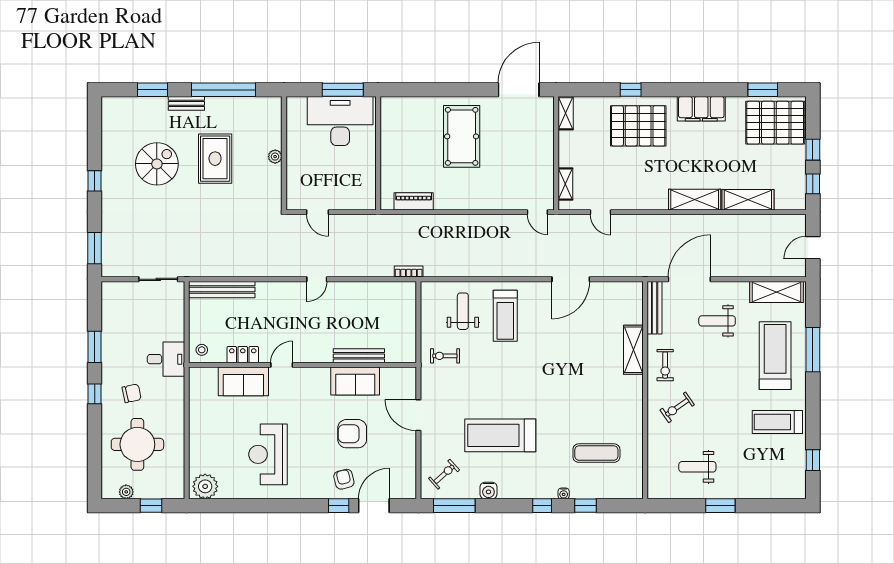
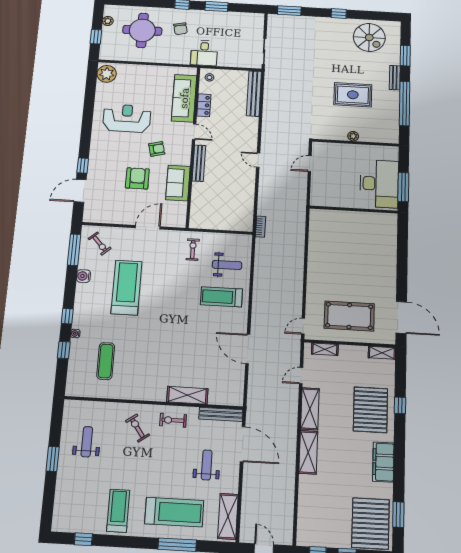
pool table: (462, 136) -> (349, 316), moved
spiral stairs: (157, 164) -> (369, 37), moved
shelving: (748, 200) -> (310, 409), moved
piano: (414, 201) -> (315, 233), removed
bench: (359, 356) -> (199, 163), moved
sofa: (243, 381) -> (184, 98), width x1.36
armchair: (344, 479) -> (157, 149), moved
door: (374, 506) -> (80, 191), swing flipped

